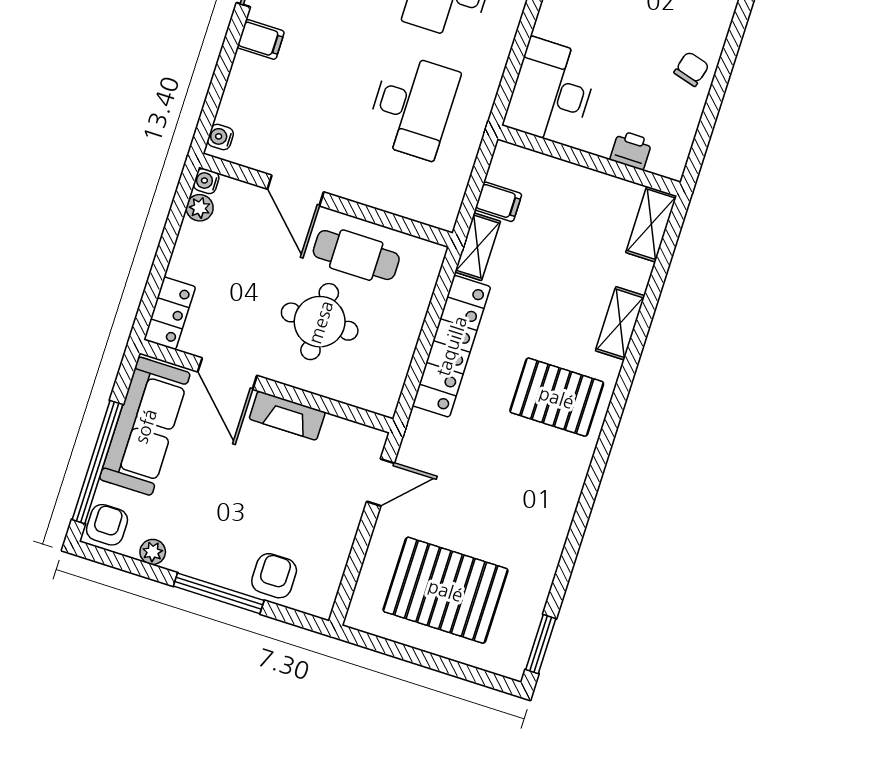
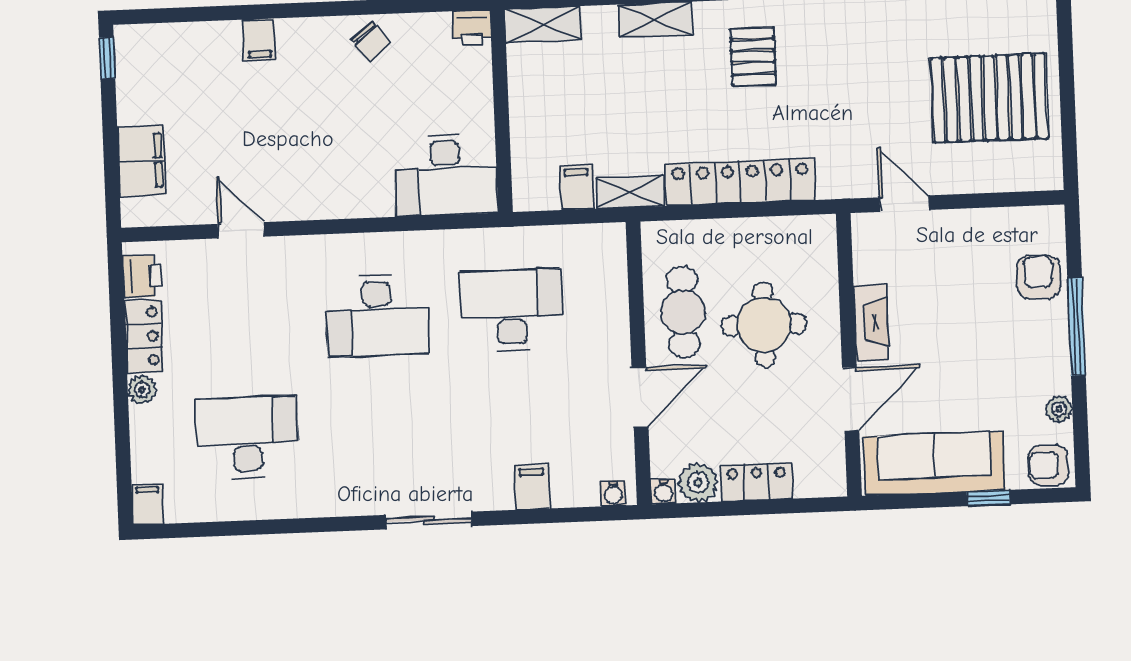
filing cabinet: (261, 39) -> (532, 487), moved
chair: (691, 69) -> (371, 41), turned -145
printer: (631, 150) -> (472, 28), moved, turned -90
plant: (200, 208) -> (698, 483), width x1.38, depth x1.38
locker: (170, 313) -> (757, 482), moved
pallet: (557, 397) -> (753, 56), width x0.67, depth x0.71
window: (97, 462) -> (988, 498), width x0.32
armchair: (274, 576) -> (1038, 277), turned 90
pallet: (446, 590) -> (990, 98), turned 90

